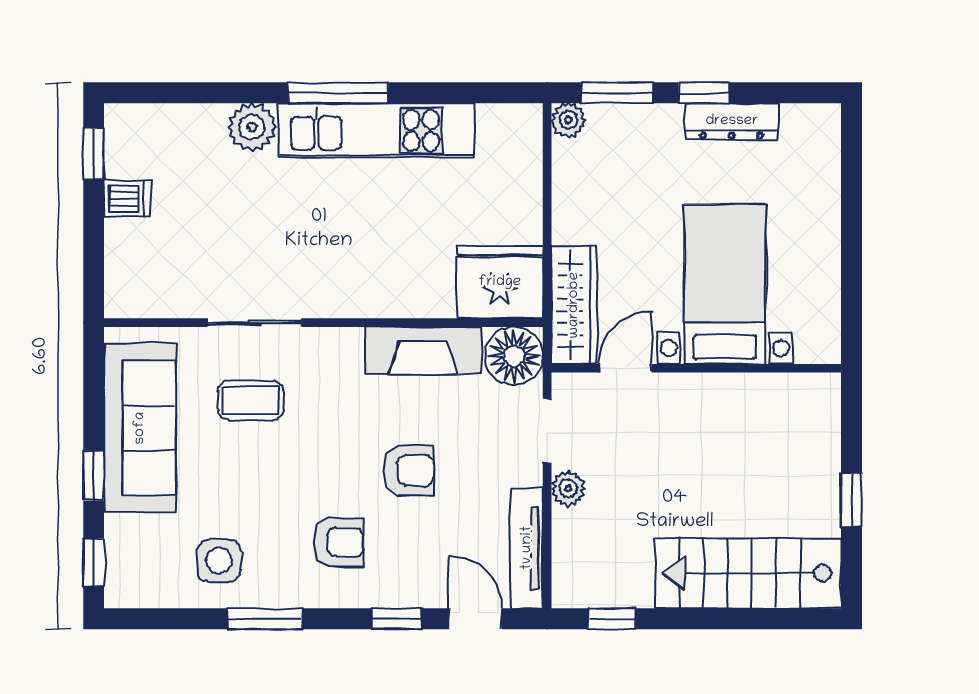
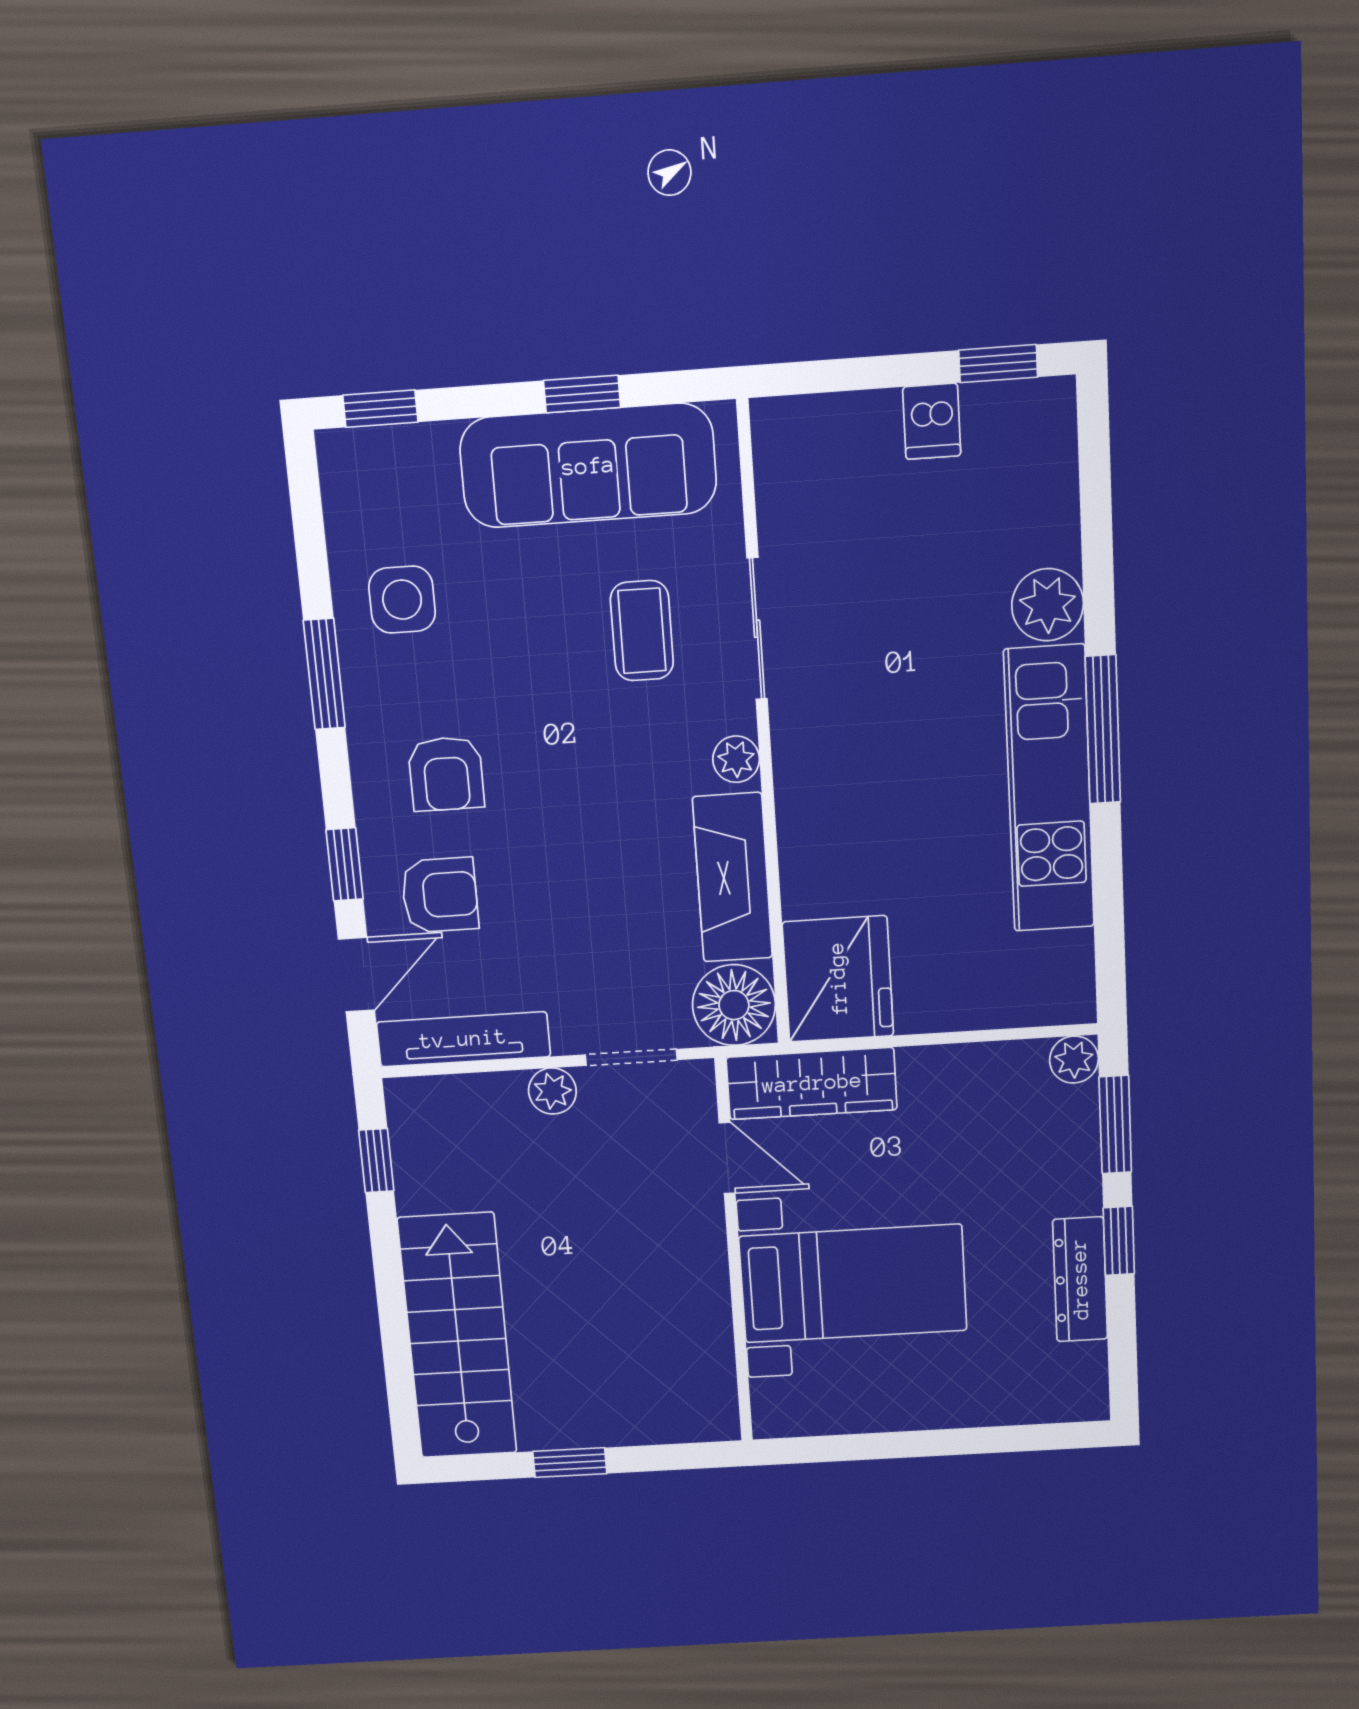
plant: (342, 343) -> (736, 759), added
armchair: (408, 470) -> (440, 895), moved, turned -90
window: (94, 476) -> (582, 394), moved

